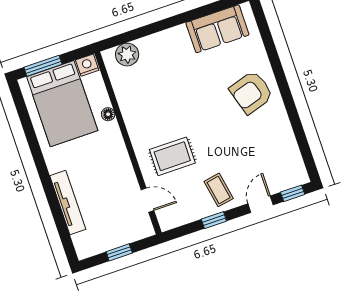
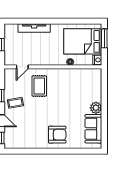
plant: (127, 55) -> (96, 108), moved
armchair: (251, 92) -> (57, 135), turned 107

